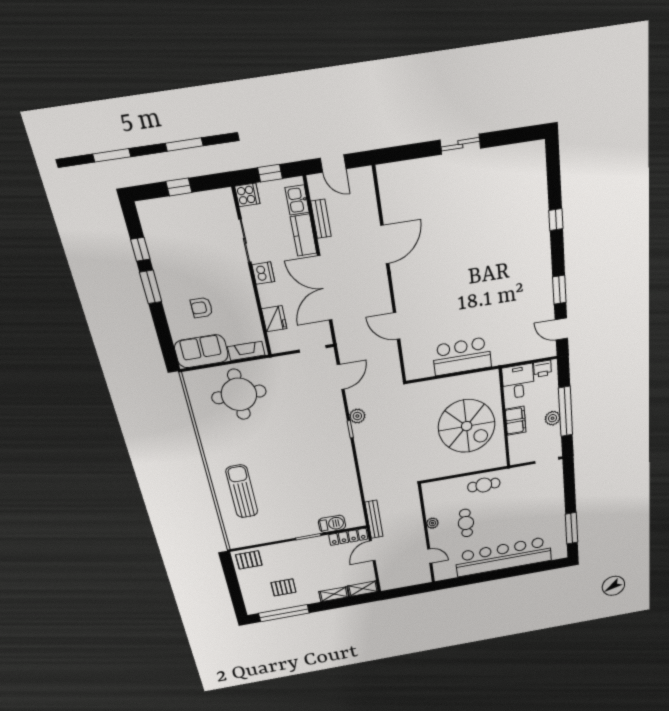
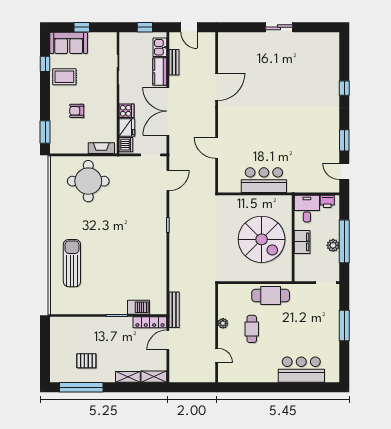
cooker: (247, 195) -> (126, 111), moved
rug: (173, 263) -> (64, 77), added
dishwasher: (263, 273) -> (126, 145), moved
window: (151, 287) -> (45, 132), moved
sofa: (201, 351) -> (69, 43), moved, turned 180
plant: (357, 416) -> (175, 215), removed
cafe table: (484, 485) -> (271, 296), width x1.37, depth x1.35
window: (572, 528) -> (344, 326), moved
bar counter: (504, 557) -> (301, 370), width x0.54
pallet: (249, 560) -> (63, 328), removed

